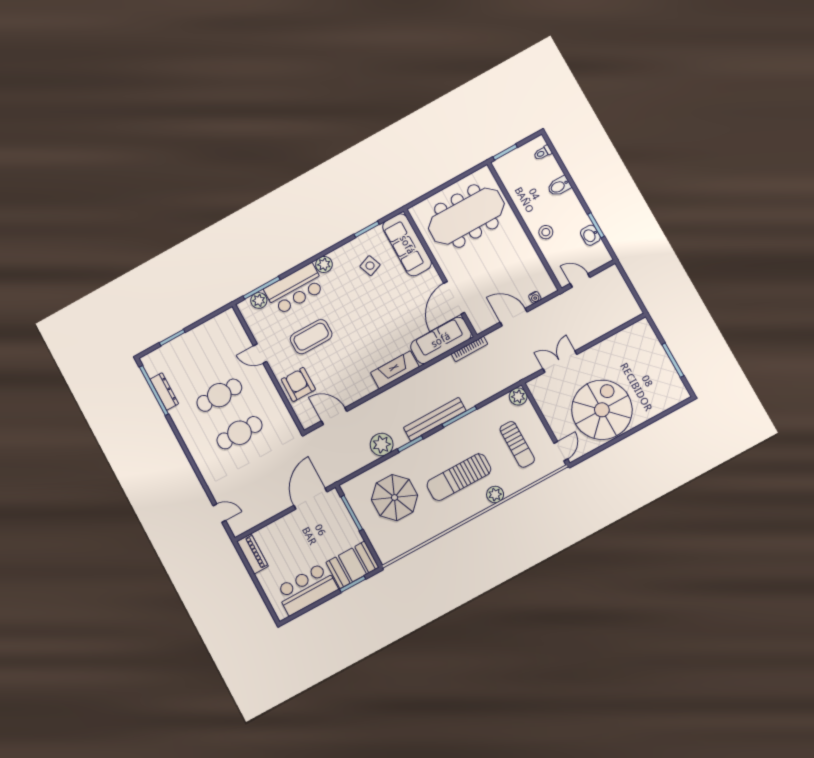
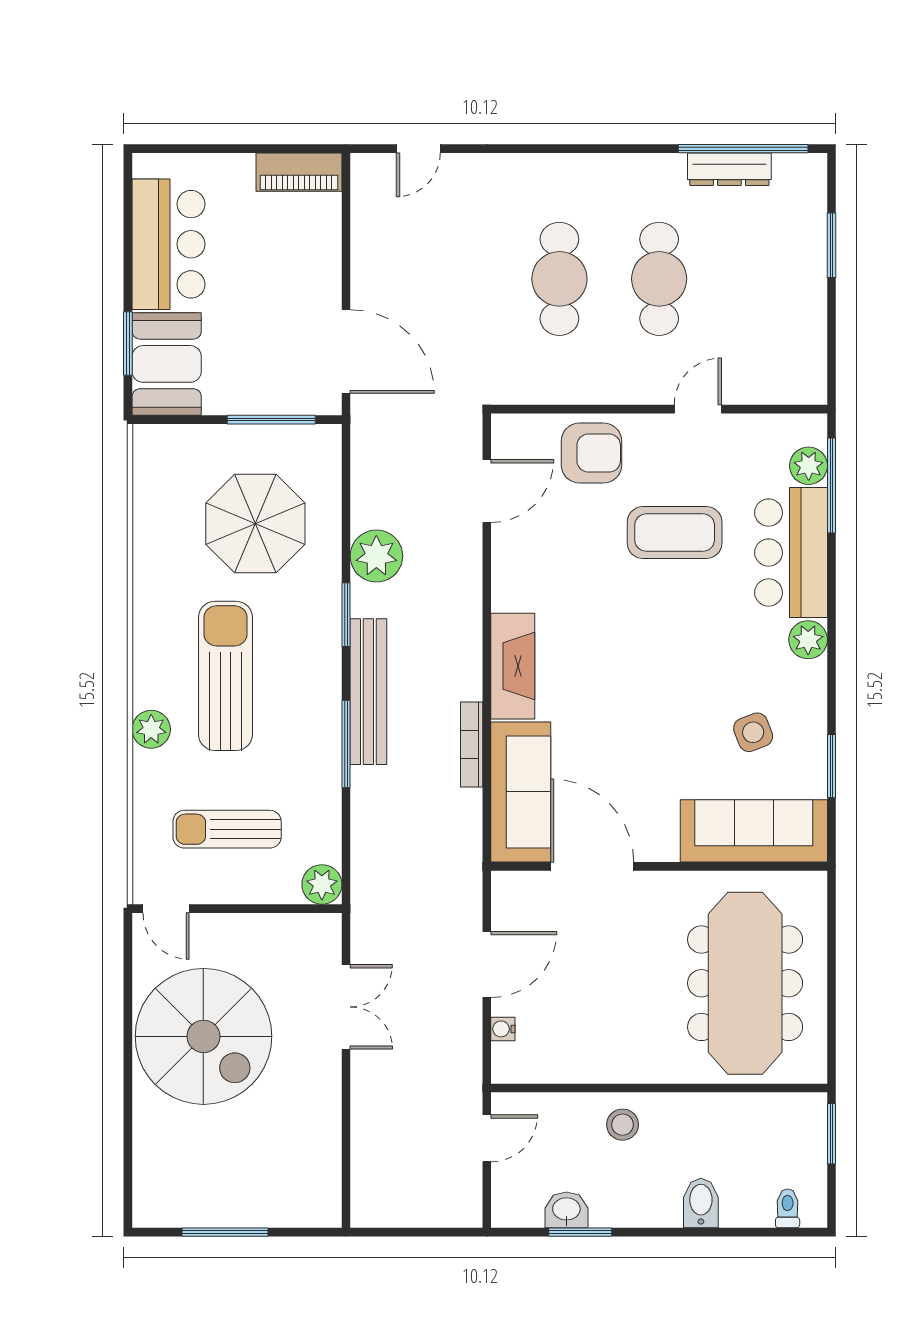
coffee table: (311, 337) -> (675, 533), turned 90
bookcase: (469, 349) -> (472, 744), moved

